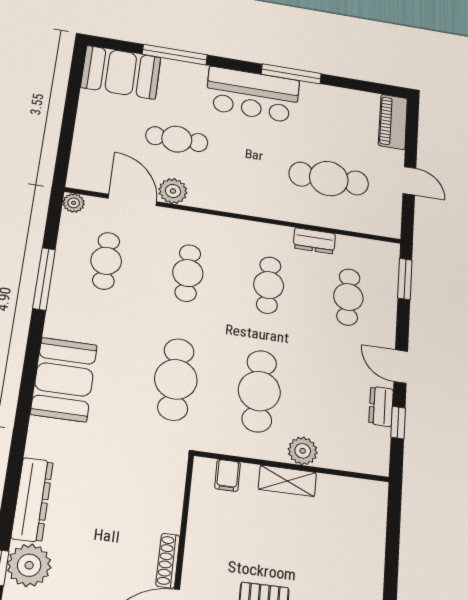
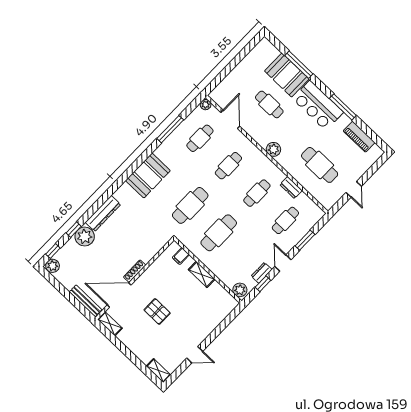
booth: (121, 72) -> (287, 75), moved
piano: (393, 122) -> (359, 137), moved, turned -90
plant: (173, 191) -> (273, 149), moved
window: (405, 279) -> (305, 240), moved
plant: (303, 451) -> (240, 290), moved

